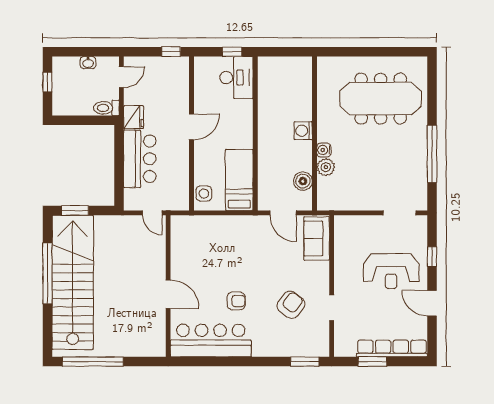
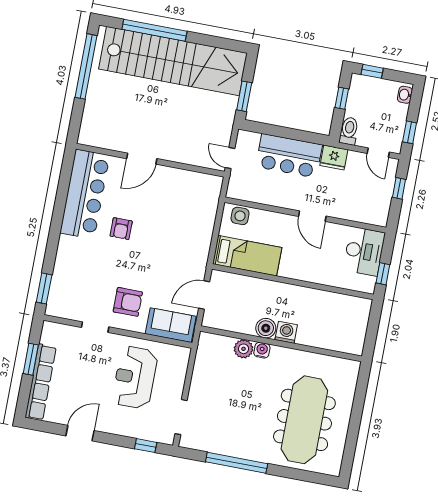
window: (97, 52) -> (410, 132), added
window: (171, 52) -> (399, 188), moved
washbasin: (88, 63) -> (405, 95), moved
desk: (236, 77) -> (364, 251), moved, turned -90
window: (47, 82) -> (372, 71), moved
window: (78, 120) -> (342, 98), added
boiler: (303, 181) -> (266, 328), moved
window: (75, 211) -> (244, 96), moved
door: (152, 213) -> (230, 158), hinge flipped
window: (432, 257) -> (146, 446), moved
reception desk: (391, 271) -> (135, 377), moved
window: (47, 273) -> (154, 30), moved
armchair: (291, 305) -> (128, 302), moved, turned -38

